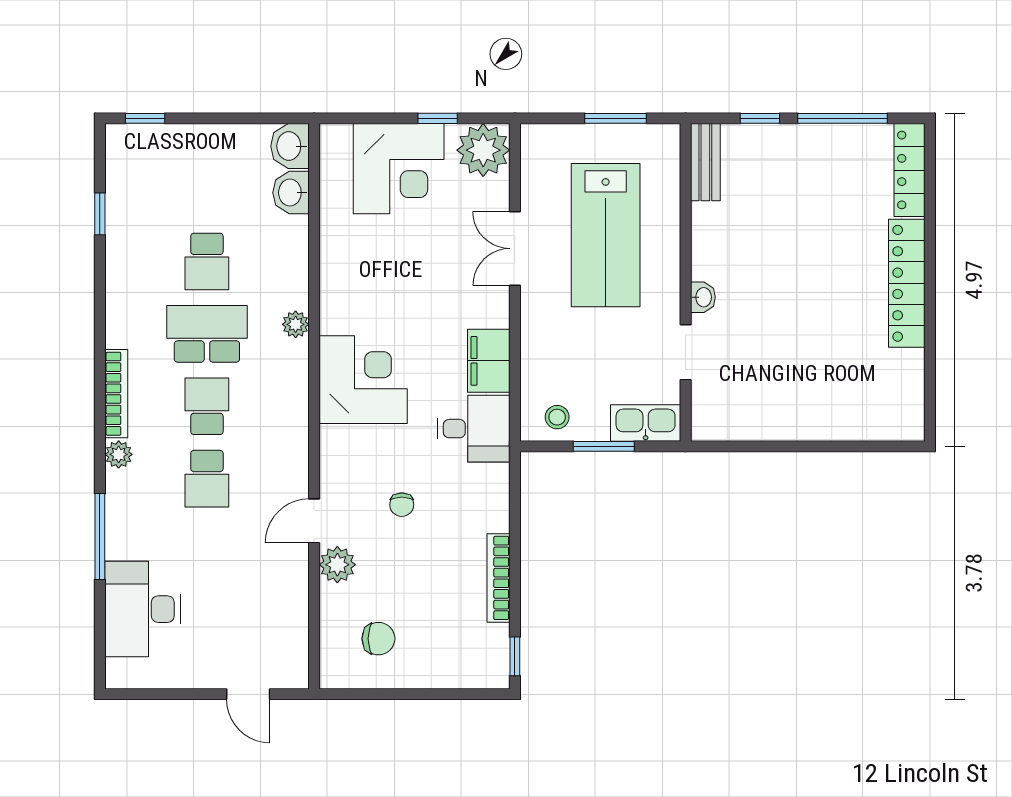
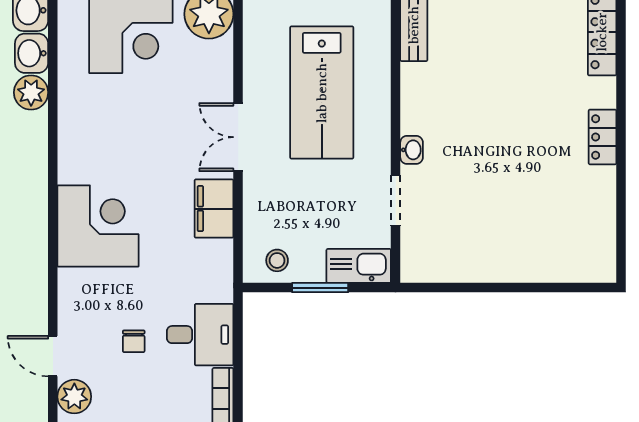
double door: (515, 249) -> (238, 137), moved
locker: (907, 283) -> (603, 137), width x0.46, depth x0.83
plant: (296, 324) -> (31, 92), moved, width x1.38, depth x1.38
desk: (474, 429) -> (200, 335), moved
door: (314, 521) -> (53, 356), hinge flipped

